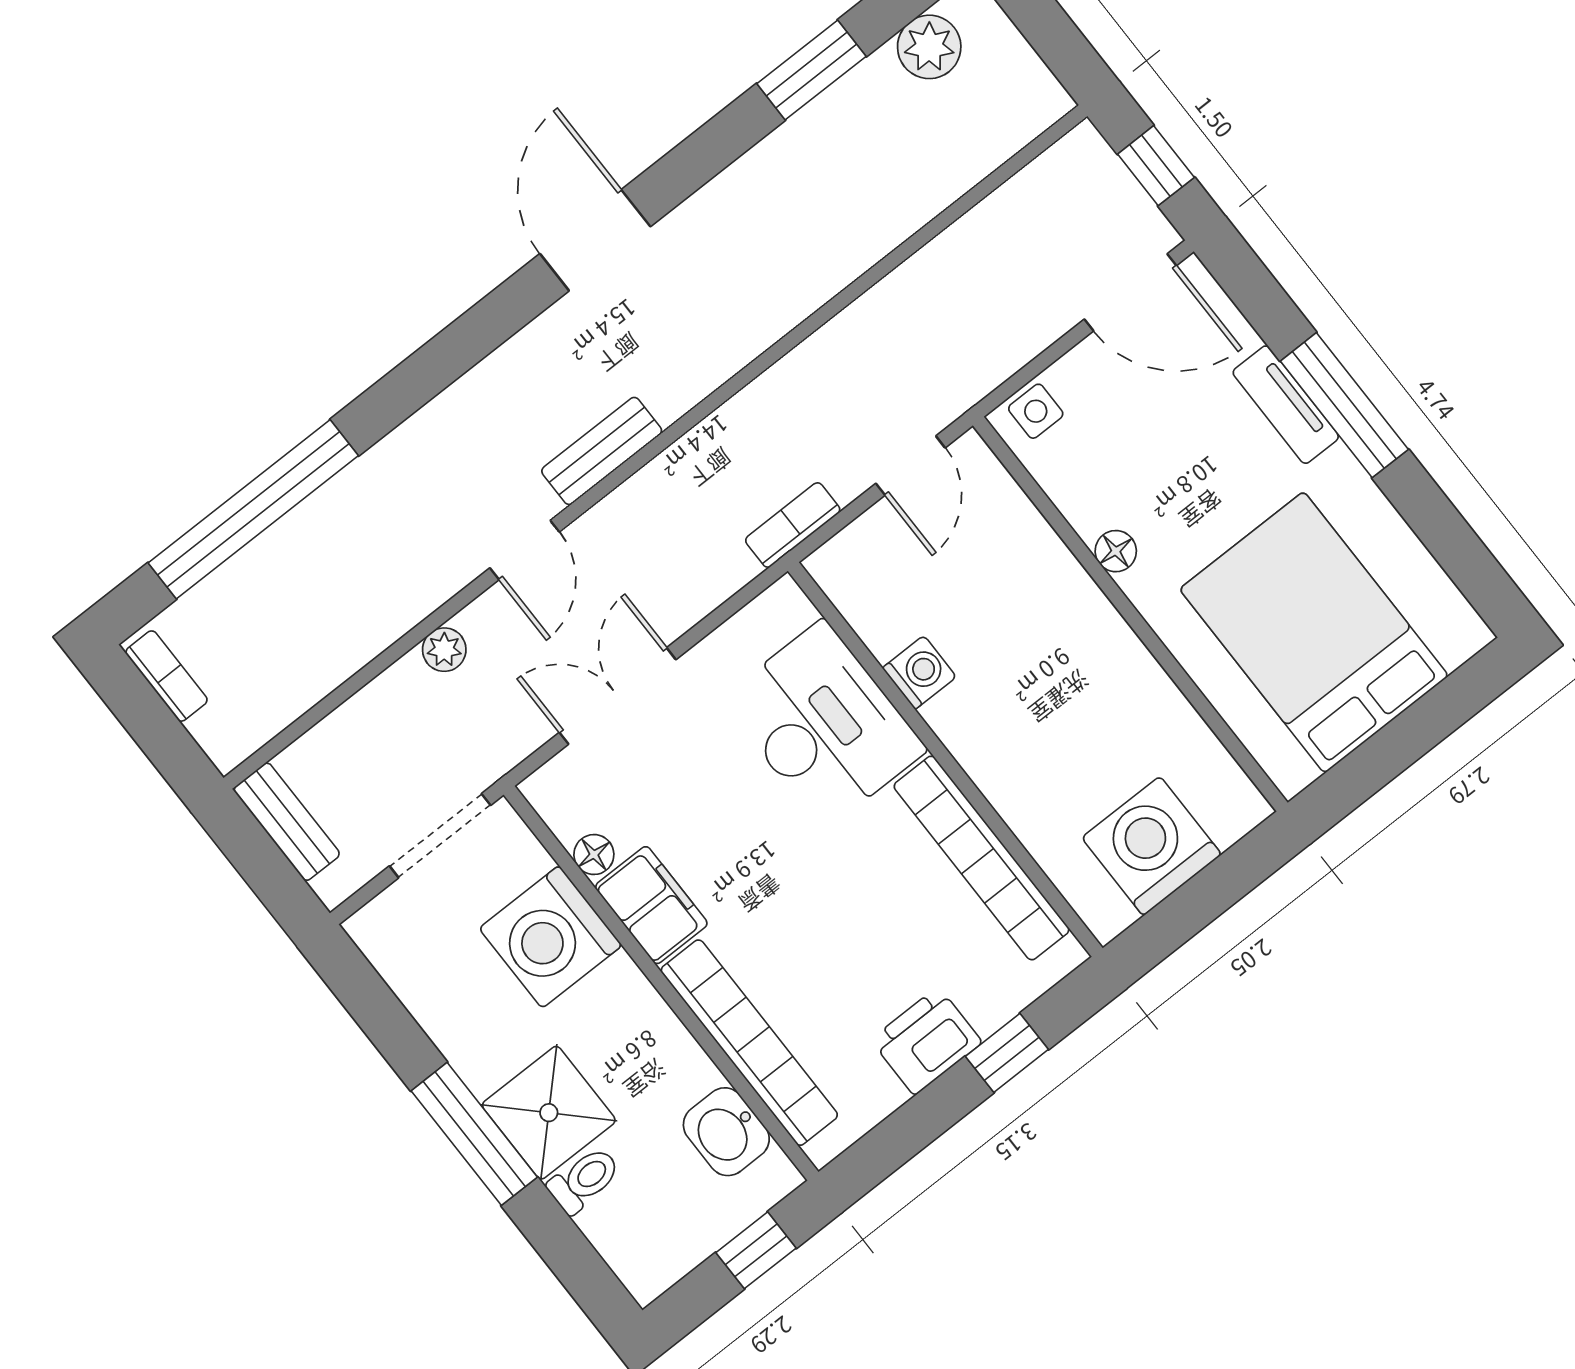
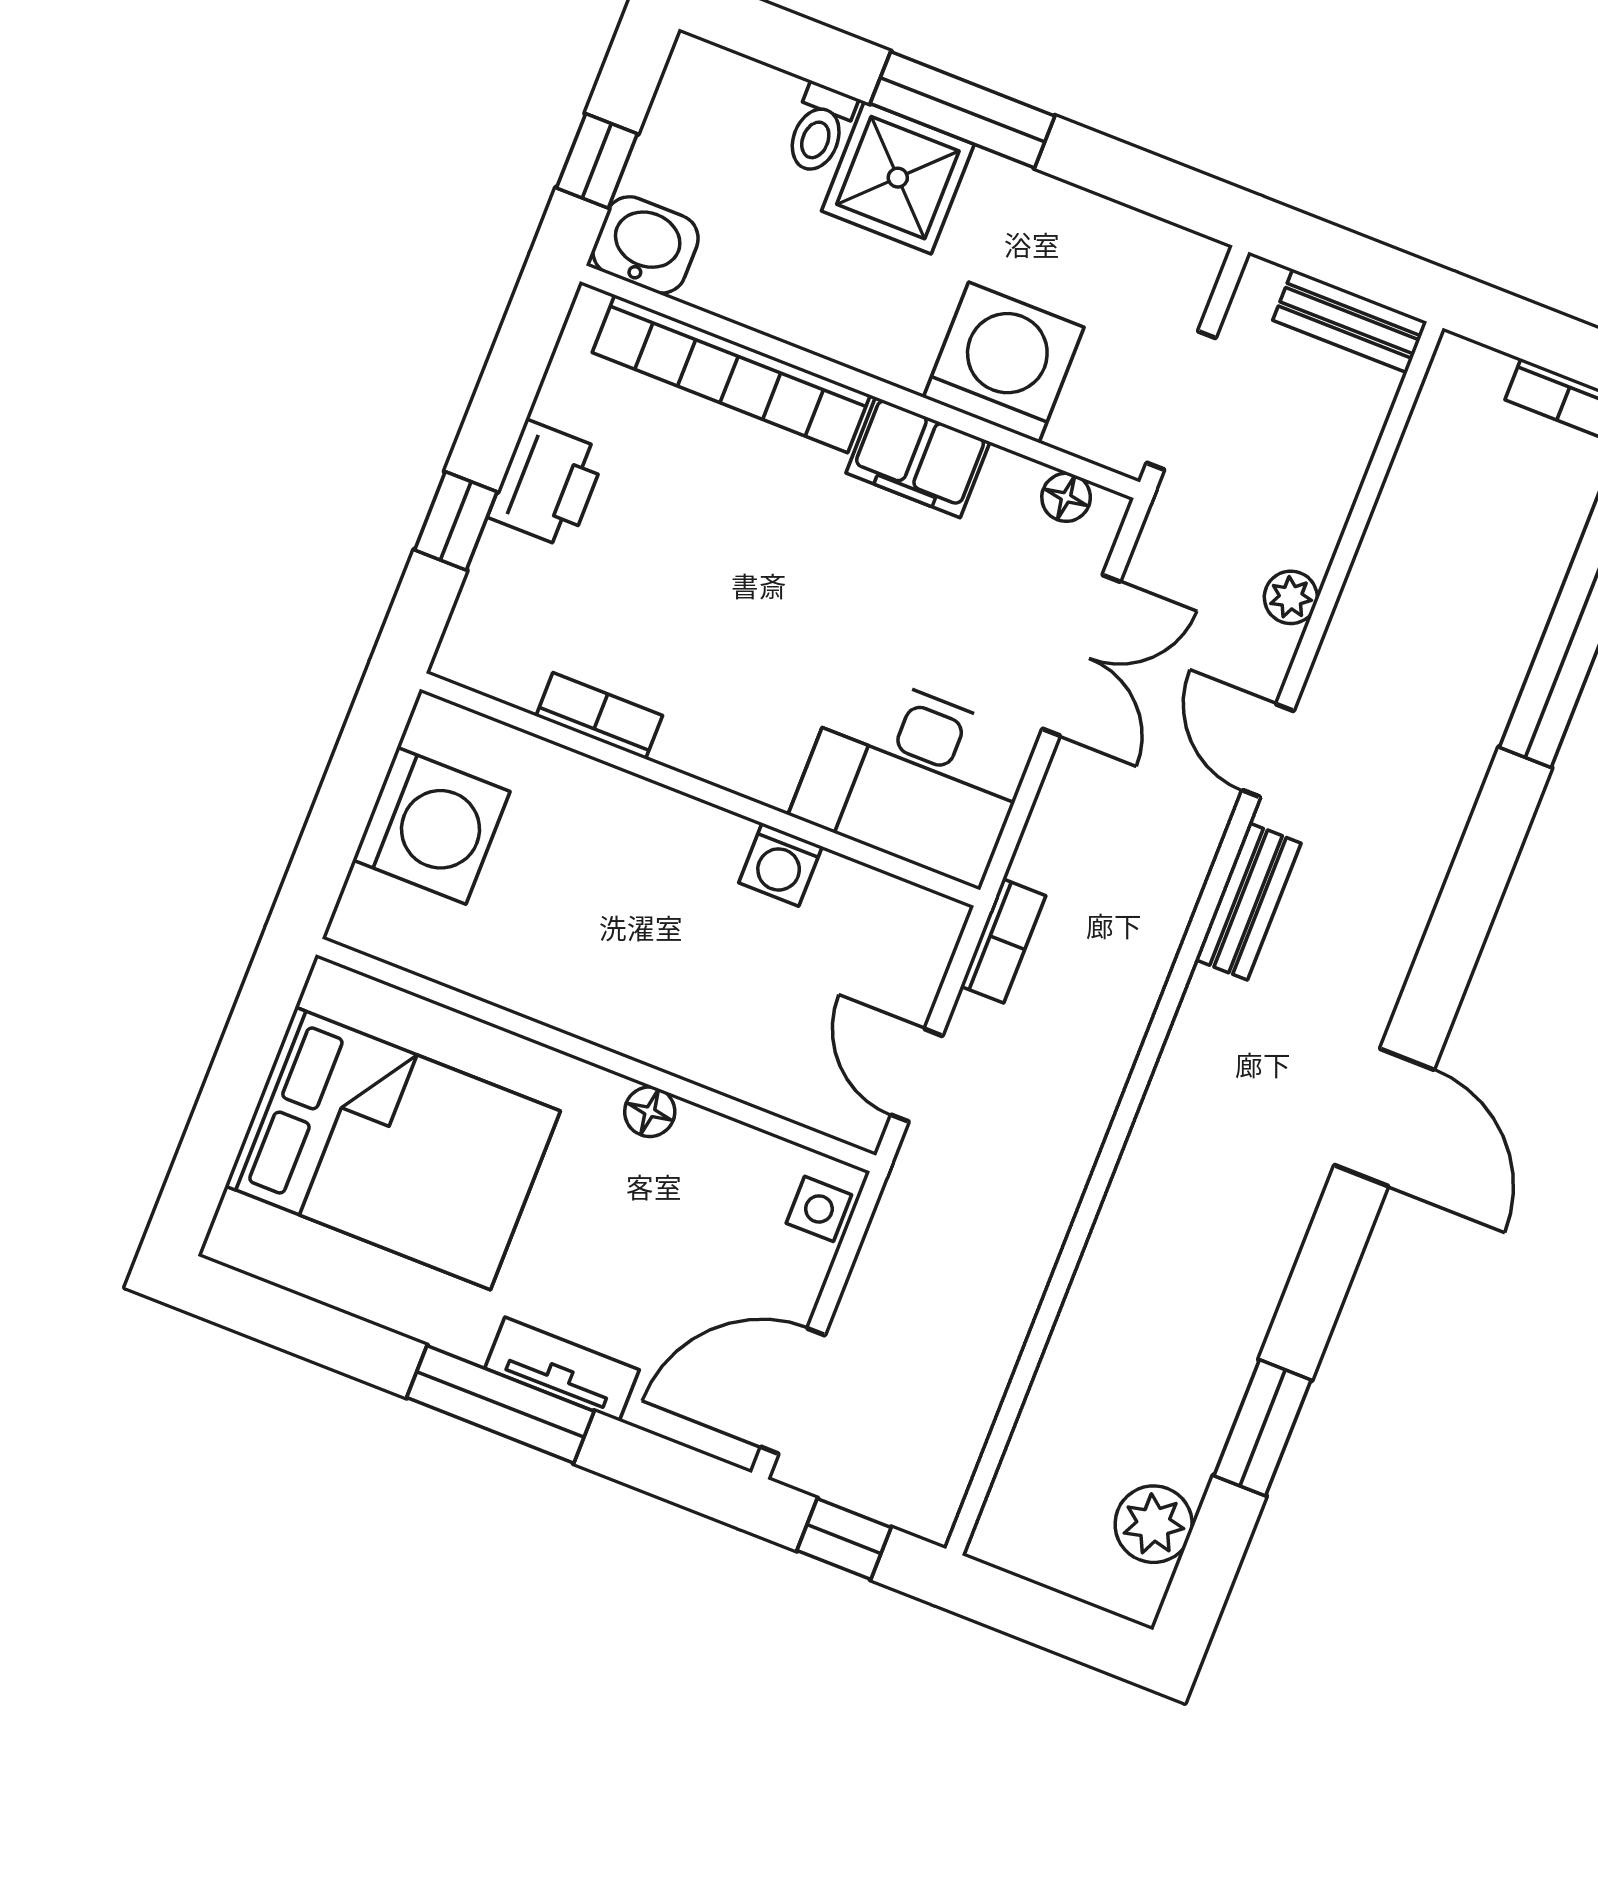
desk: (824, 725) -> (914, 777), moved
floor lamp: (594, 855) -> (1066, 497), moved
bookcase: (981, 858) -> (599, 716), width x0.43, depth x0.76
washbasin: (726, 1132) -> (646, 245), moved

